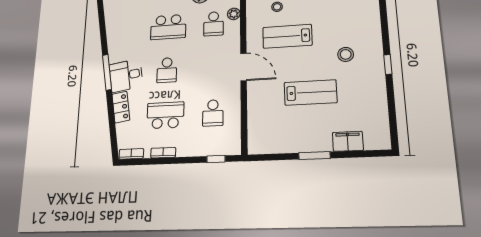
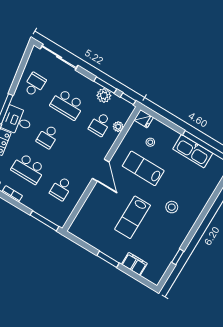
school desk: (124, 30) -> (34, 85), added
window: (388, 64) -> (178, 257), moved
lab bench: (310, 92) -> (133, 217), turned 90
school desk: (165, 115) -> (28, 169), turned 180
window: (216, 159) -> (45, 221), width x2.17

